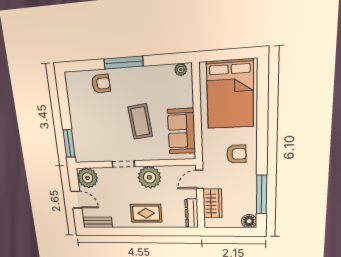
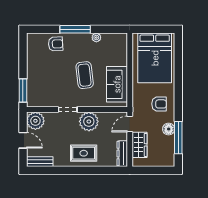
plant: (181, 70) -> (96, 38), moved
floor lamp: (249, 221) -> (169, 129), moved

